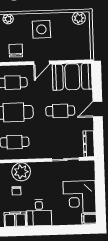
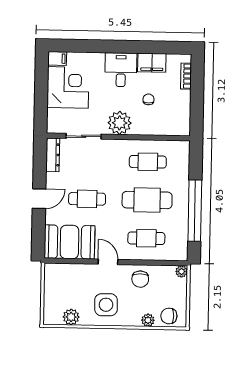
plant: (79, 18) -> (71, 317), moved
door: (42, 63) -> (108, 262), hinge flipped
plant: (21, 172) -> (120, 123), moved

